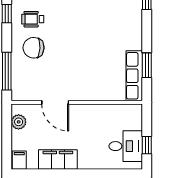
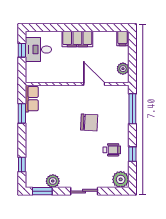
chair: (34, 48) -> (89, 122), moved
row of seats: (134, 76) -> (32, 99), width x0.68
filing cabinet: (58, 160) -> (77, 39), moved

